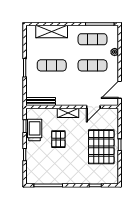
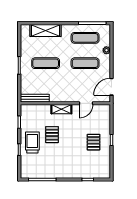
trolley: (35, 130) -> (32, 142), moved
pallet: (101, 147) -> (94, 142), width x0.49, depth x0.50

